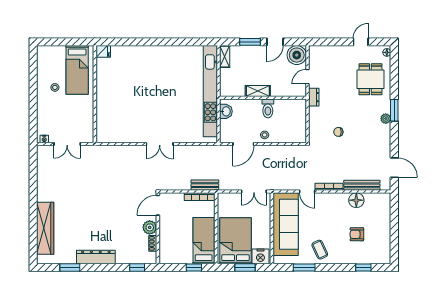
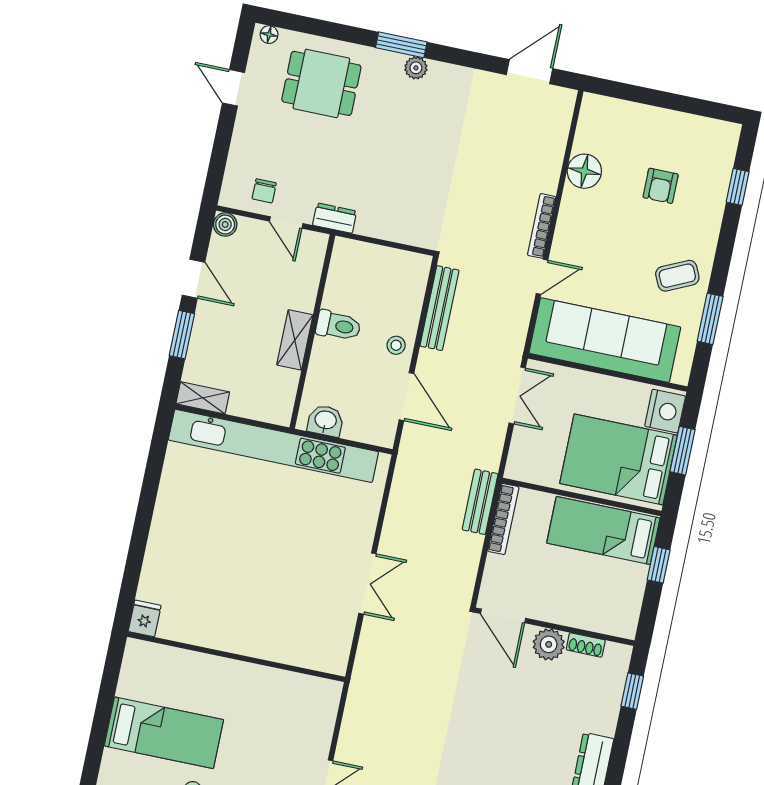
fridge: (103, 51) -> (145, 618), moved
boiler: (297, 55) -> (225, 224), width x0.54, depth x0.54
wall: (95, 94) -> (236, 657), moved
chair: (338, 132) -> (264, 191), moved
bench: (362, 185) -> (440, 308), moved

